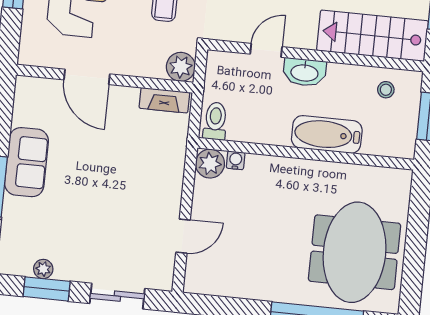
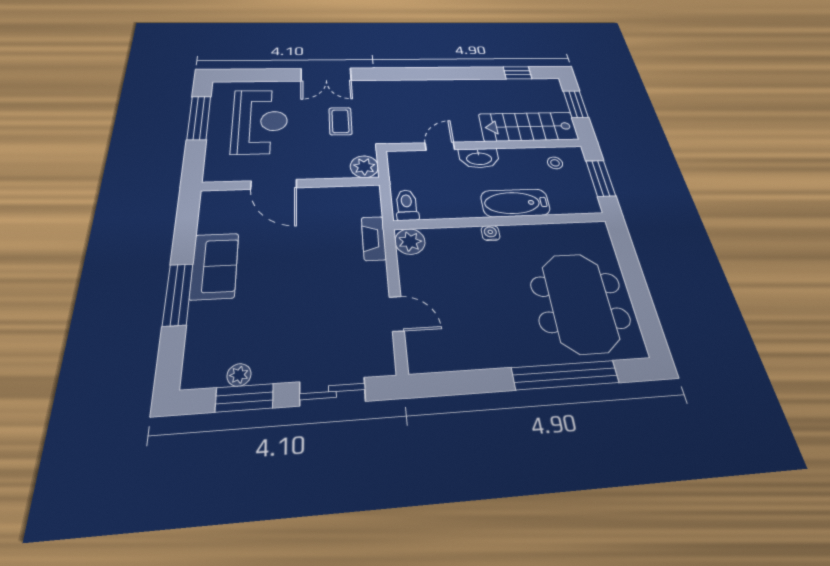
fireplace: (164, 100) -> (374, 238), moved, turned 90
water cooler: (236, 160) -> (491, 233), moved
door: (183, 236) -> (397, 314), hinge flipped

